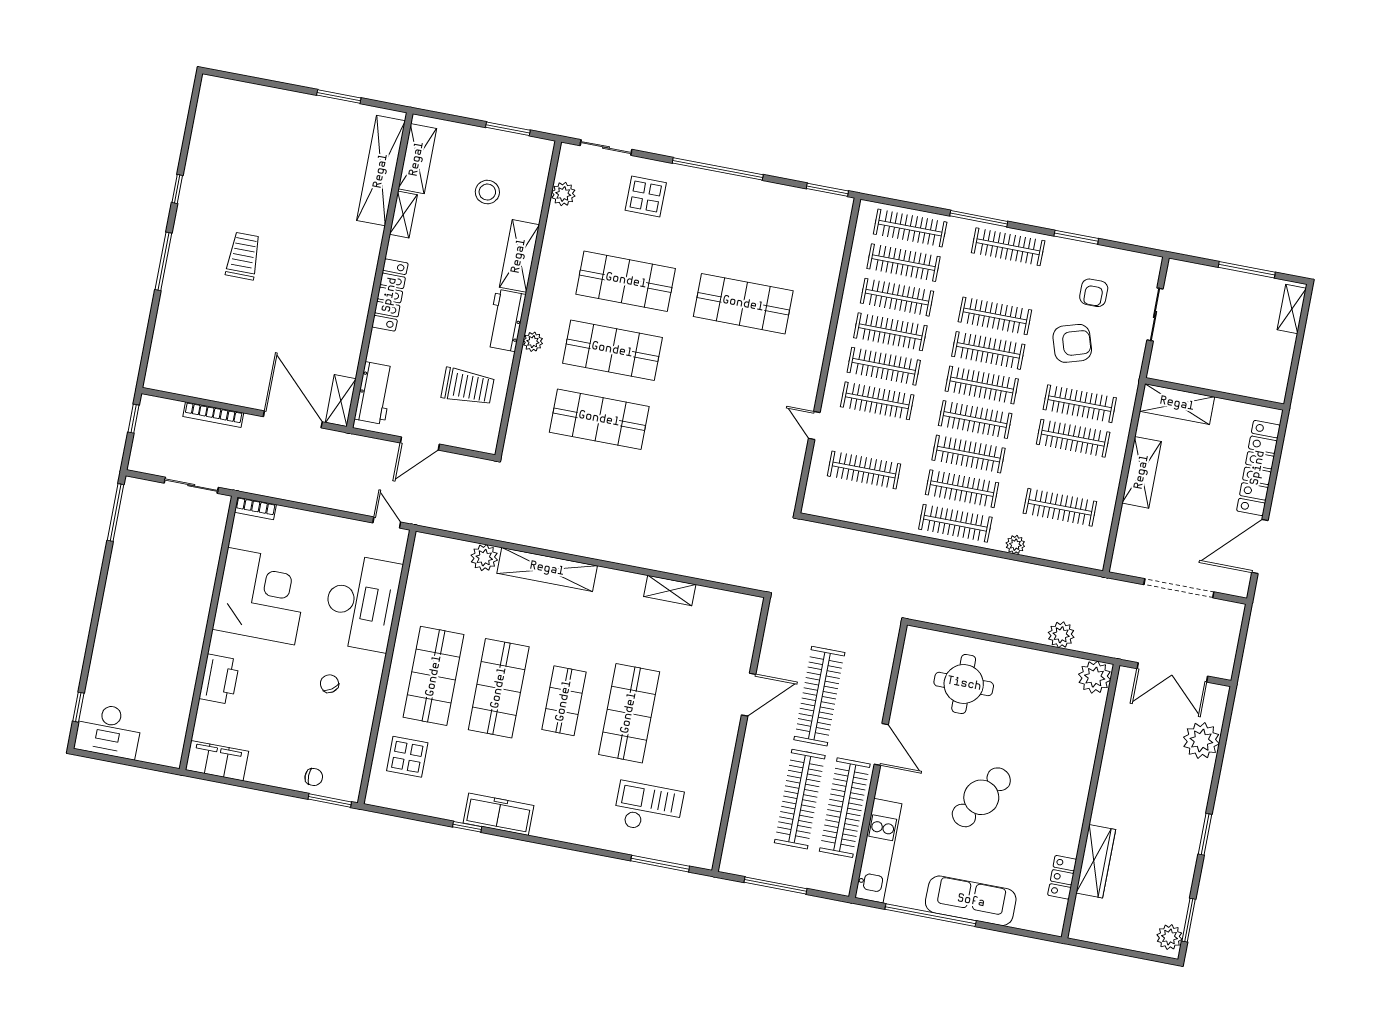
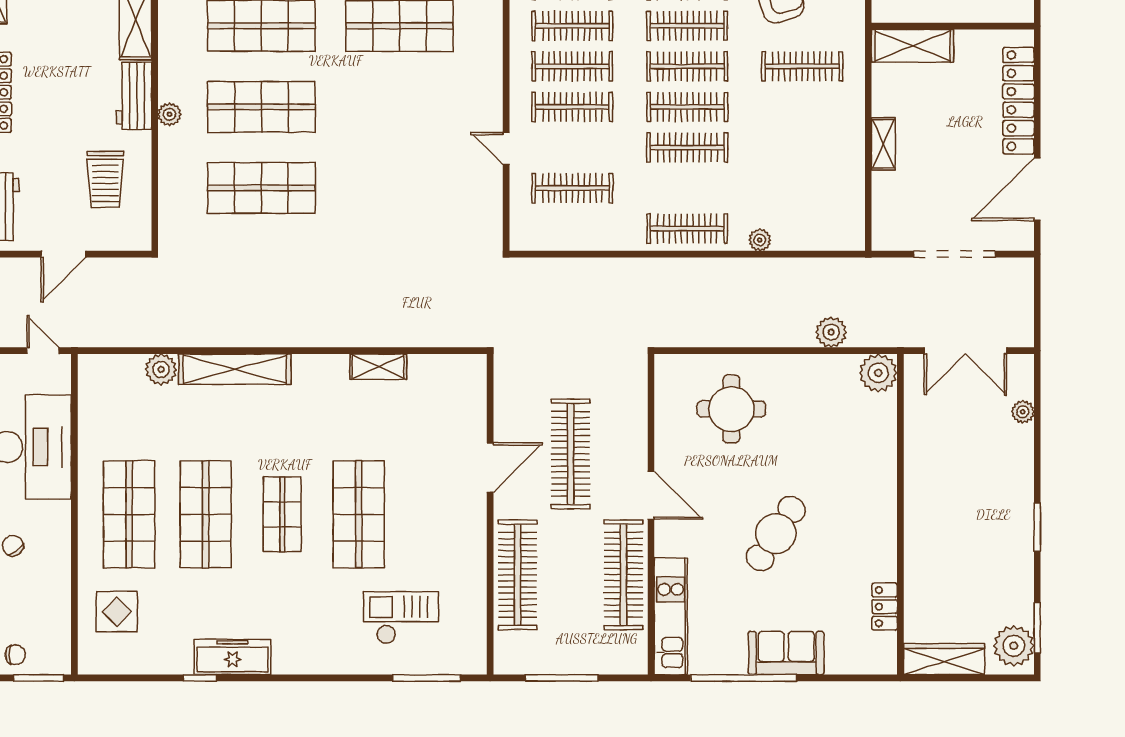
trolley: (468, 387) -> (105, 179), turned 90
clothes rail: (1073, 438) -> (802, 107), removed
shelving: (1142, 472) -> (883, 144), width x0.67, depth x0.75
clothes rail: (962, 489) -> (687, 188), removed
clothes rail: (1060, 507) -> (802, 188), removed
plant: (1201, 741) -> (1023, 412), width x0.53, depth x0.53
clothes rail: (800, 799) -> (518, 575), moved
wardrobe: (1096, 861) -> (944, 659), moved, turned -90
sofa: (971, 901) -> (786, 653), width x0.73
plant: (1169, 937) -> (1014, 646), width x1.36, depth x1.36

